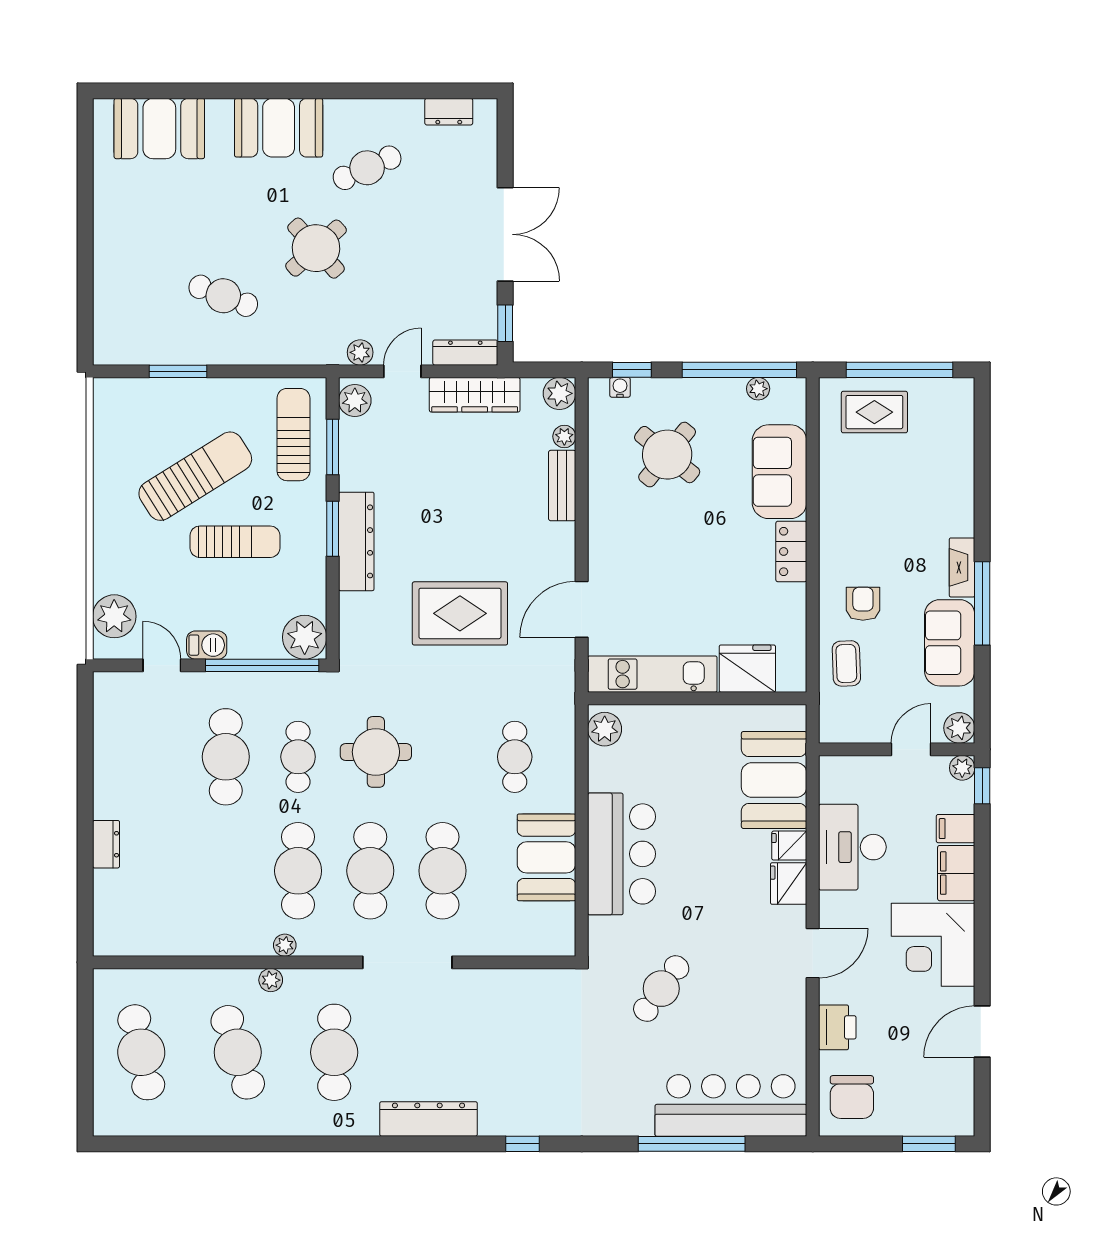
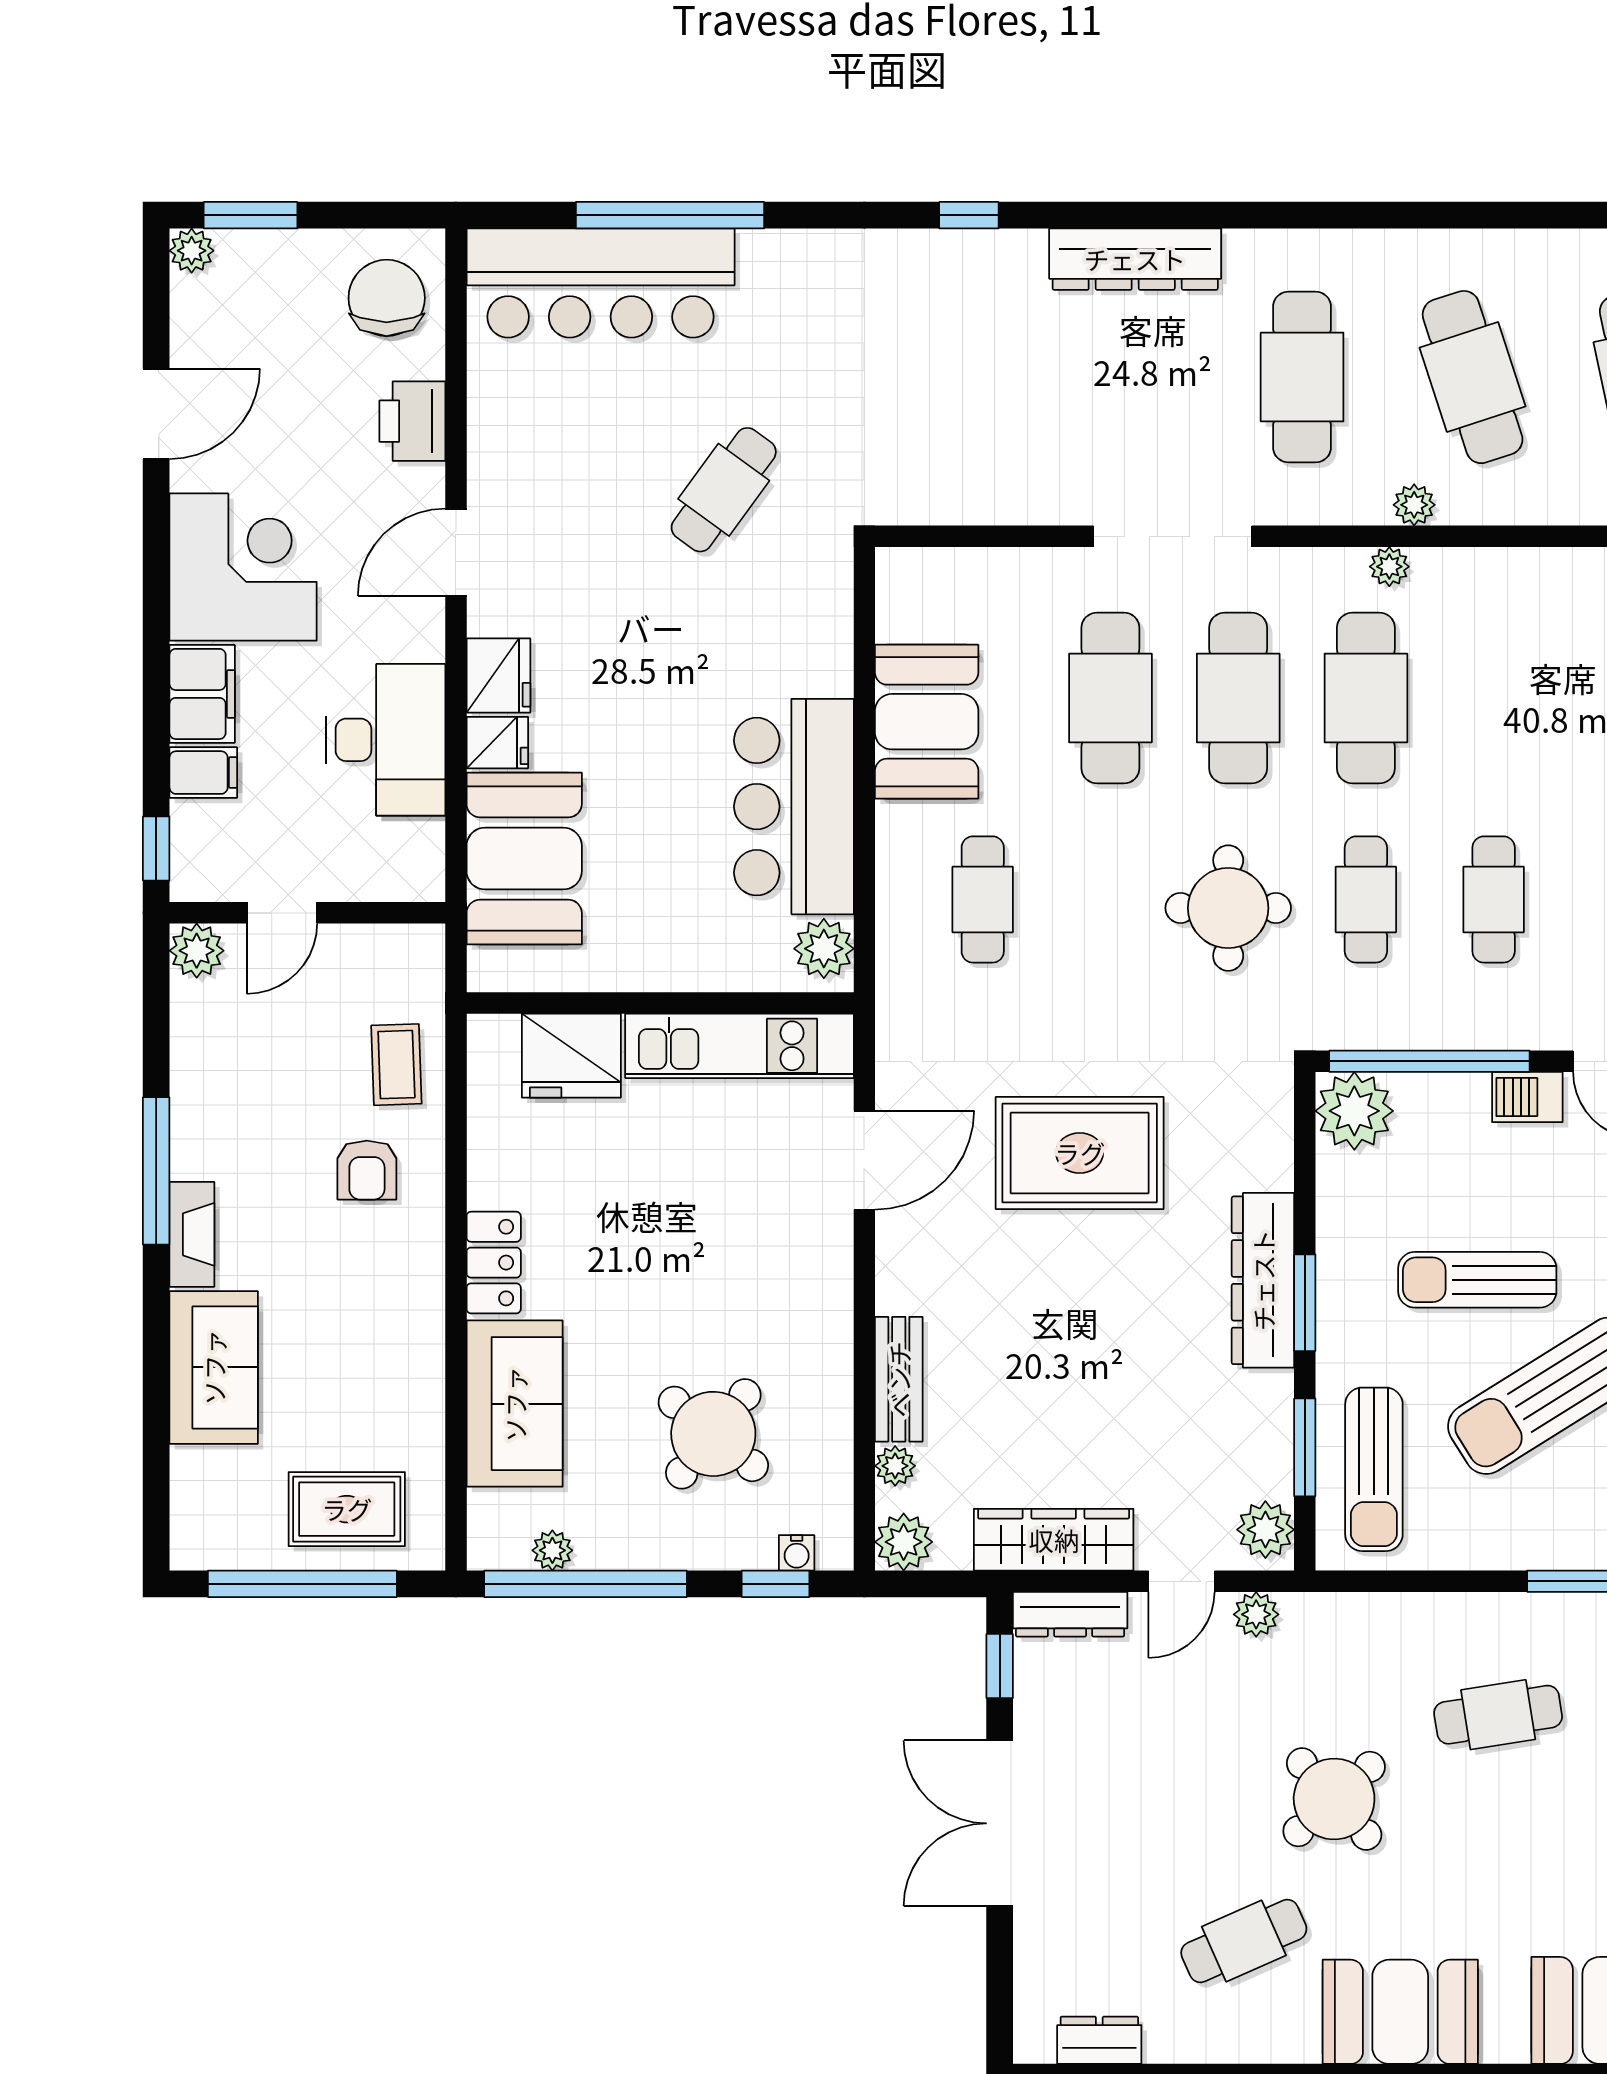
cafe table: (223, 296) -> (1498, 1715), turned -30
sofa: (950, 643) -> (214, 1367), moved
cafe table: (226, 757) -> (1494, 899), width x0.73, depth x0.74
plant: (962, 768) -> (192, 251), moved
bar counter: (622, 854) -> (794, 807), moved

